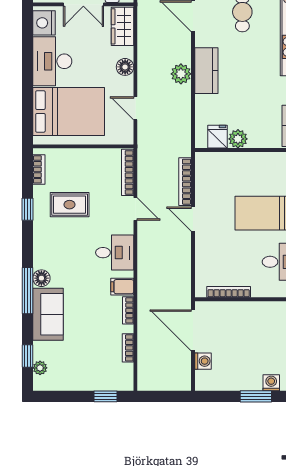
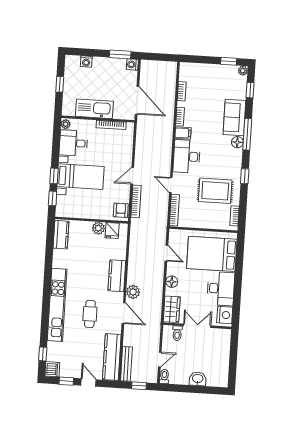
plant: (181, 74) -> (133, 292), moved
armchair: (207, 167) -> (121, 210), added
rug: (70, 205) -> (215, 191), width x1.36, depth x1.43
window: (28, 209) -> (245, 176), moved
door: (193, 219) -> (132, 176), swing flipped
desk: (115, 253) -> (187, 156), width x1.37
kitchen sink: (255, 314) -> (94, 109), added
washing machine: (203, 361) -> (132, 64), moved
plant: (40, 368) -> (243, 71), moved
window: (105, 396) -> (229, 61), moved
window: (256, 396) -> (120, 54), moved

